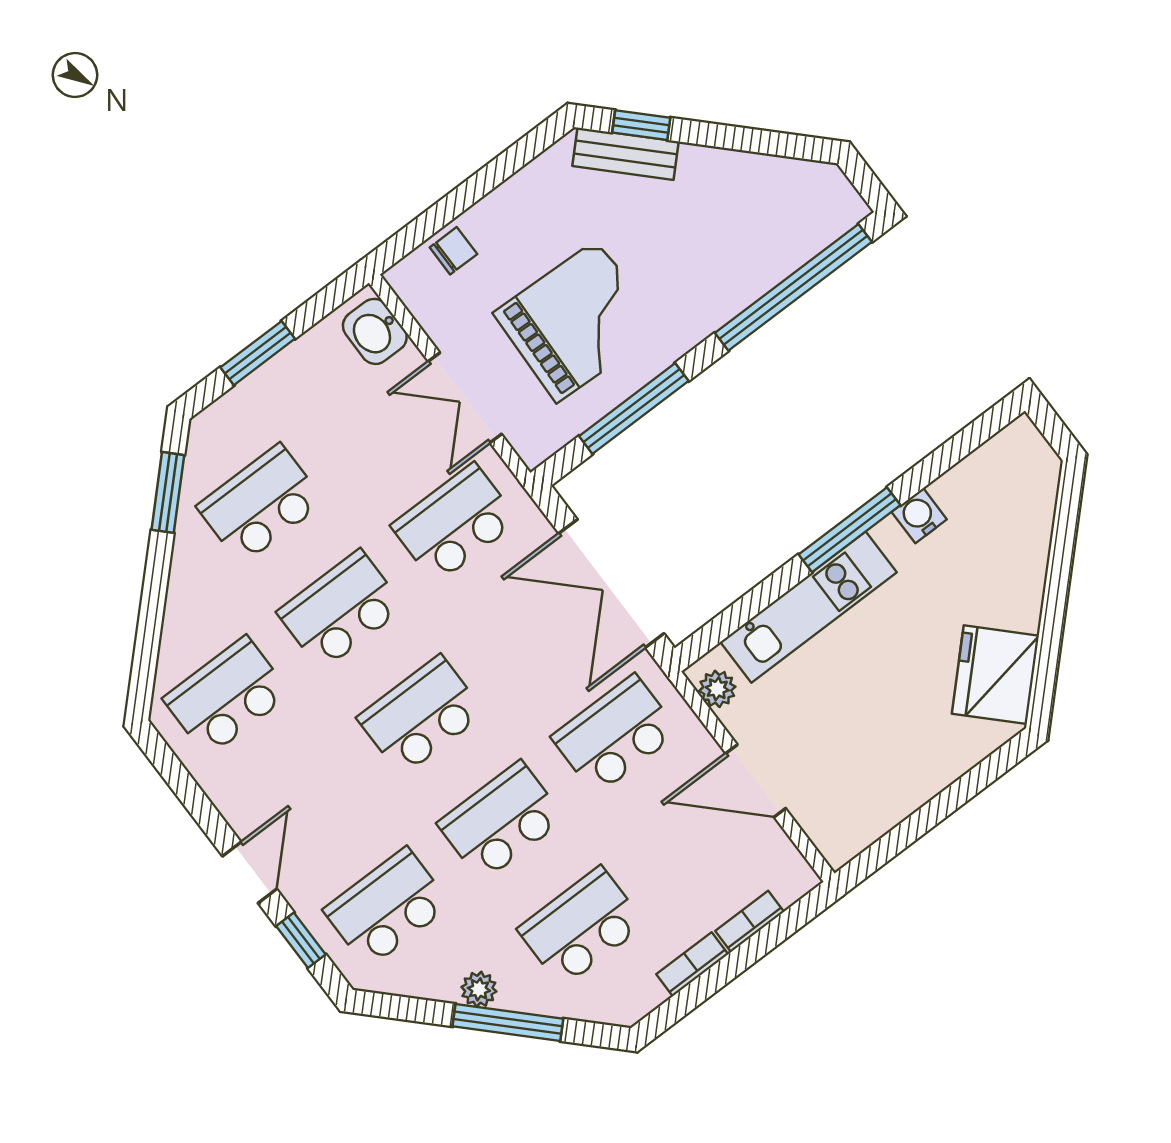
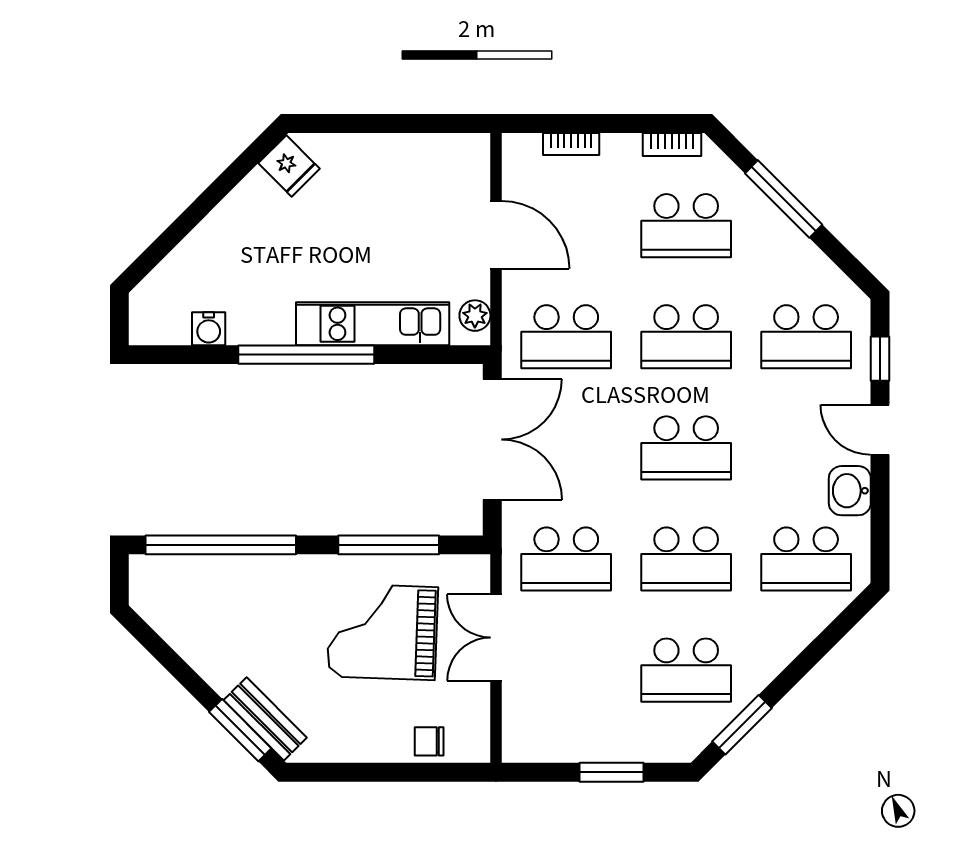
window: (641, 125) -> (240, 730), width x1.50
washbasin: (375, 331) -> (850, 491), moved, turned 180
double door: (465, 398) -> (496, 638), swing flipped
water cooler: (919, 516) -> (209, 329), moved
window: (849, 530) -> (306, 355), width x1.46
fridge: (995, 675) -> (289, 166), width x0.53, depth x0.75
door: (250, 873) -> (880, 430), hinge flipped
bookcase: (692, 964) -> (672, 144), moved
plant: (479, 989) -> (786, 236), removed

